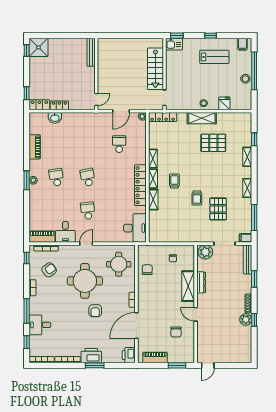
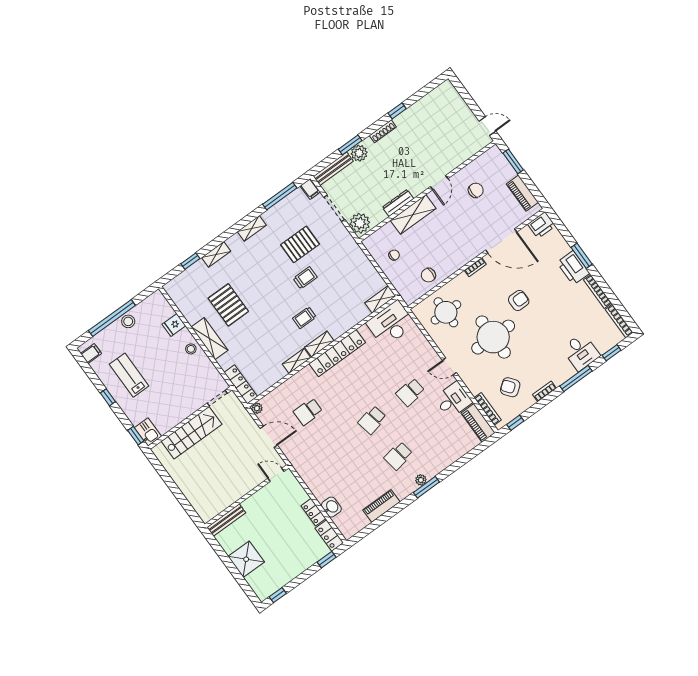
shower: (39, 47) -> (246, 559), moved
shelving: (153, 200) -> (380, 299), moved
plant: (246, 320) -> (359, 153), moved

